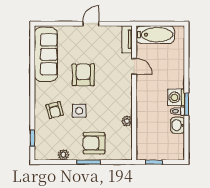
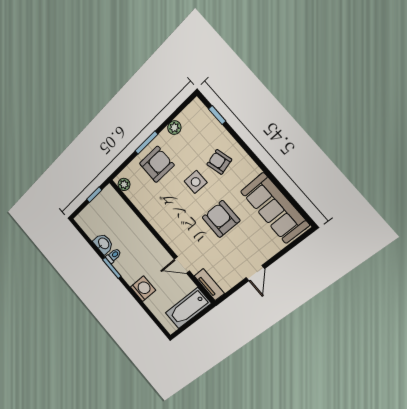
armchair: (83, 75) -> (221, 219), turned 180
washing machine: (176, 97) -> (143, 289), moved
plant: (127, 121) -> (124, 184), moved

